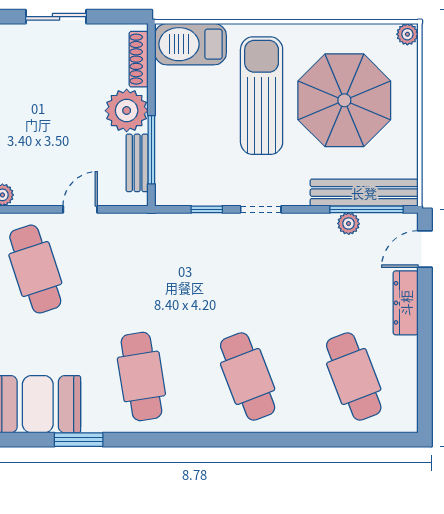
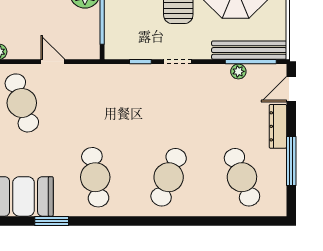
bench: (137, 163) -> (92, 30), removed
door: (80, 209) -> (53, 62), hinge flipped
window: (425, 353) -> (291, 161), added
cafe table: (248, 376) -> (169, 177), turned 42

